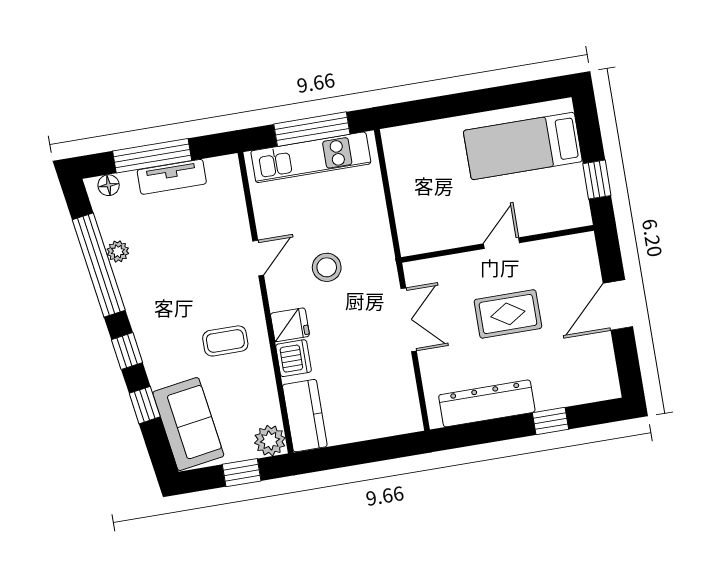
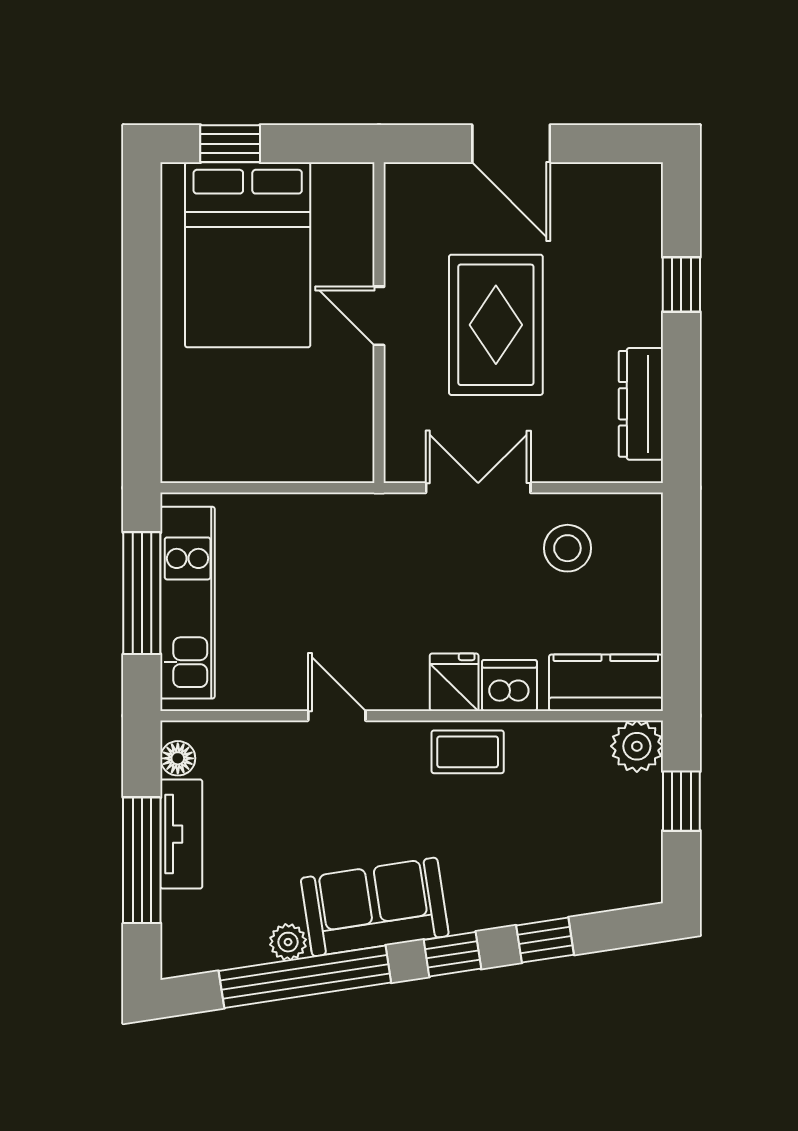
bed: (523, 146) -> (248, 255), width x1.50
window: (597, 180) -> (230, 144), moved
floor lamp: (109, 185) -> (178, 758), moved
stool: (327, 267) -> (567, 548), moved
rug: (508, 314) -> (496, 325), width x1.36, depth x1.43
coffee table: (225, 341) -> (468, 752), moved, turned 90
dresser: (487, 403) -> (641, 404), width x0.73, depth x0.80
sofa: (188, 424) -> (375, 907), moved

